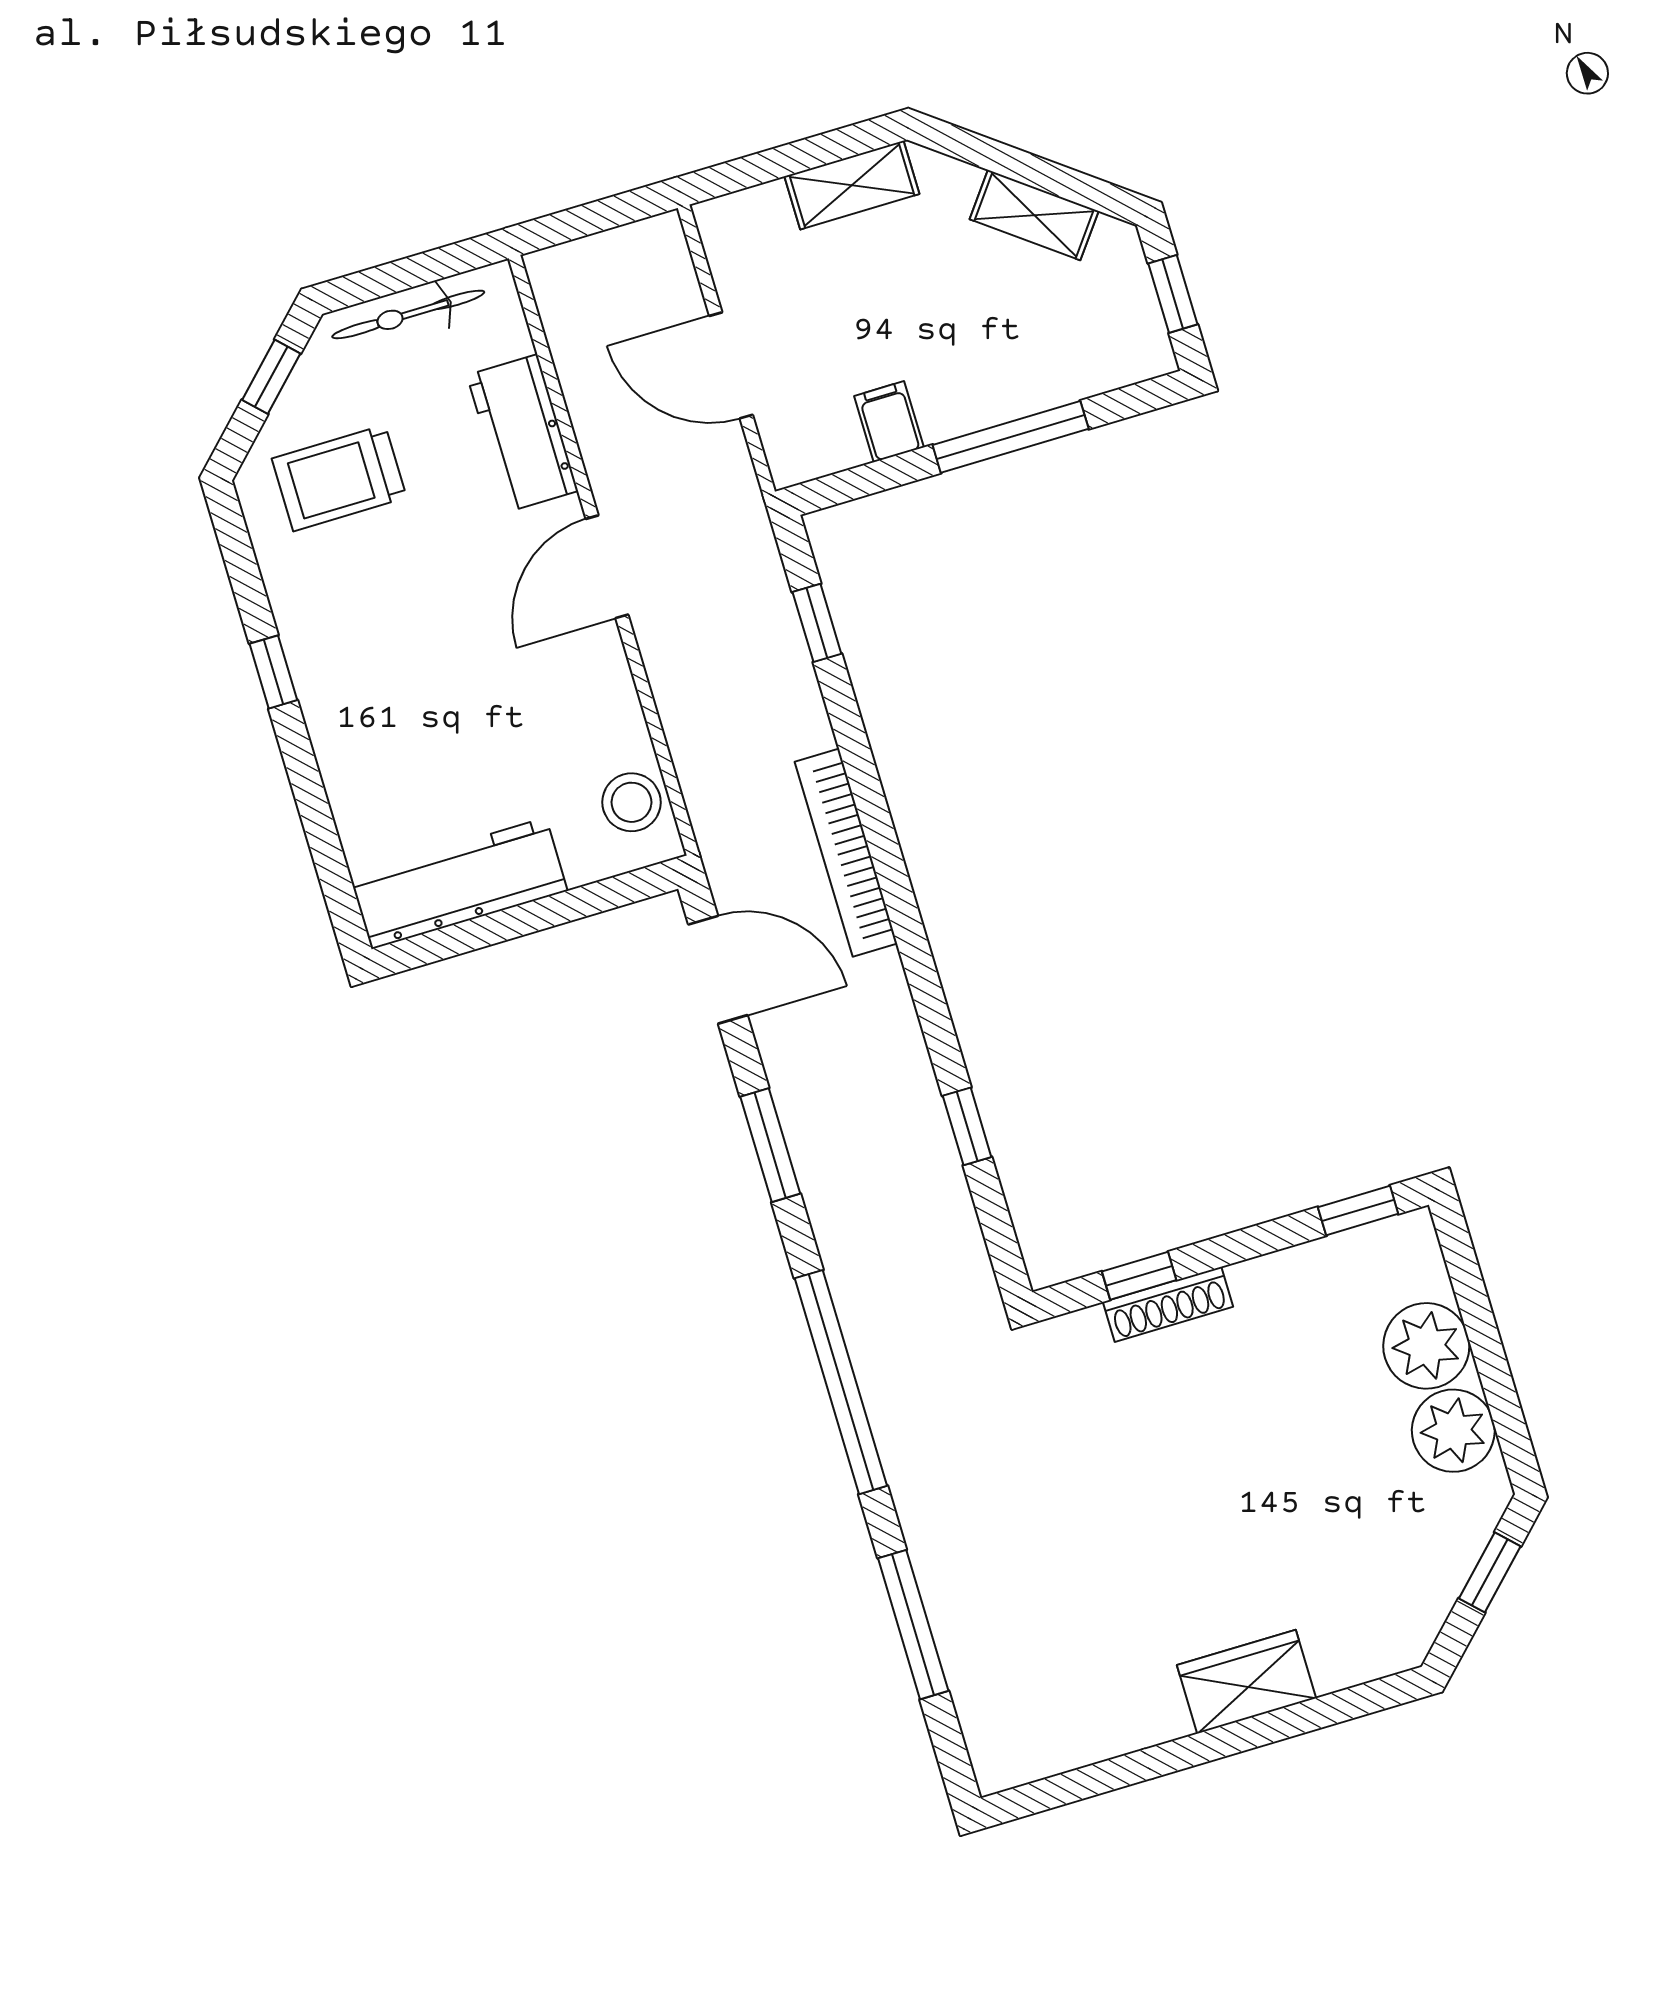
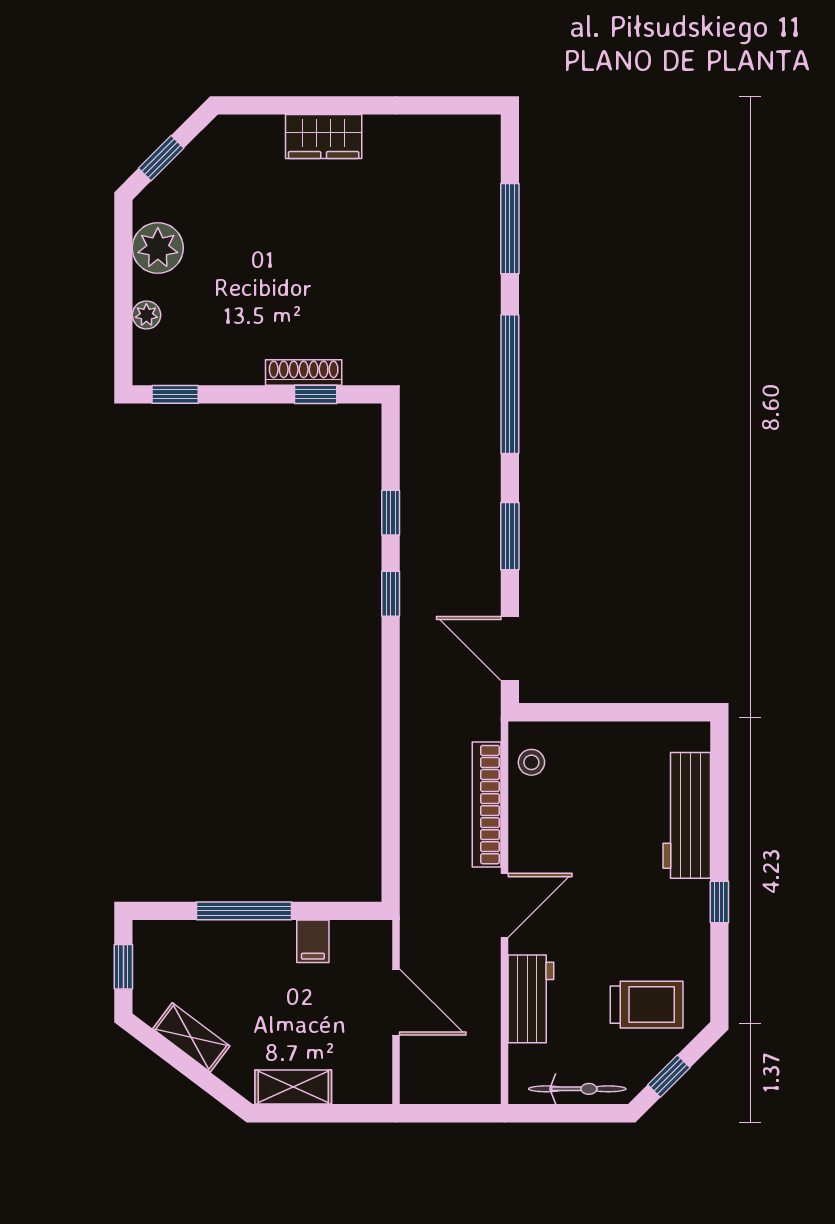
window: (817, 623) -> (391, 594), moved
stool: (631, 802) -> (531, 762), width x0.73, depth x0.73
bookcase: (846, 853) -> (487, 805), moved, turned 180
workbench: (459, 883) -> (687, 815), moved, turned 90
plant: (1426, 1346) -> (146, 315), width x0.53, depth x0.53

